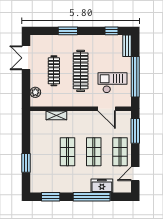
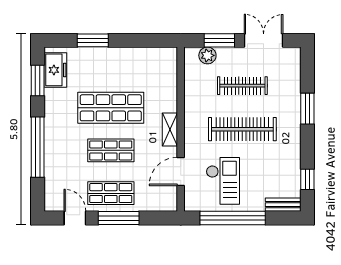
window: (26, 85) -> (219, 40), added
shelving: (56, 115) -> (170, 130), moved
window: (135, 131) -> (119, 218), moved
shop shelf: (68, 152) -> (111, 108), width x1.43, depth x1.36
freezer: (102, 186) -> (55, 70), moved

